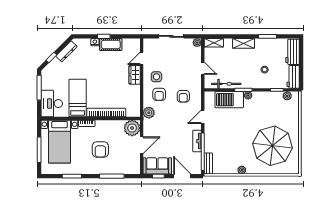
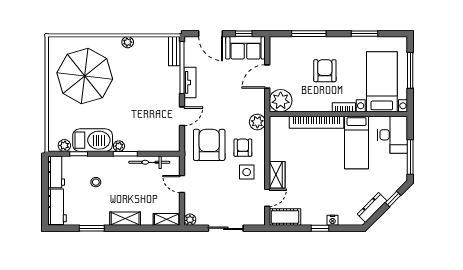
cot: (111, 45) -> (285, 217), moved
armchair: (183, 96) -> (209, 145), width x1.88, depth x1.88
barbecue: (229, 100) -> (93, 140), moved

